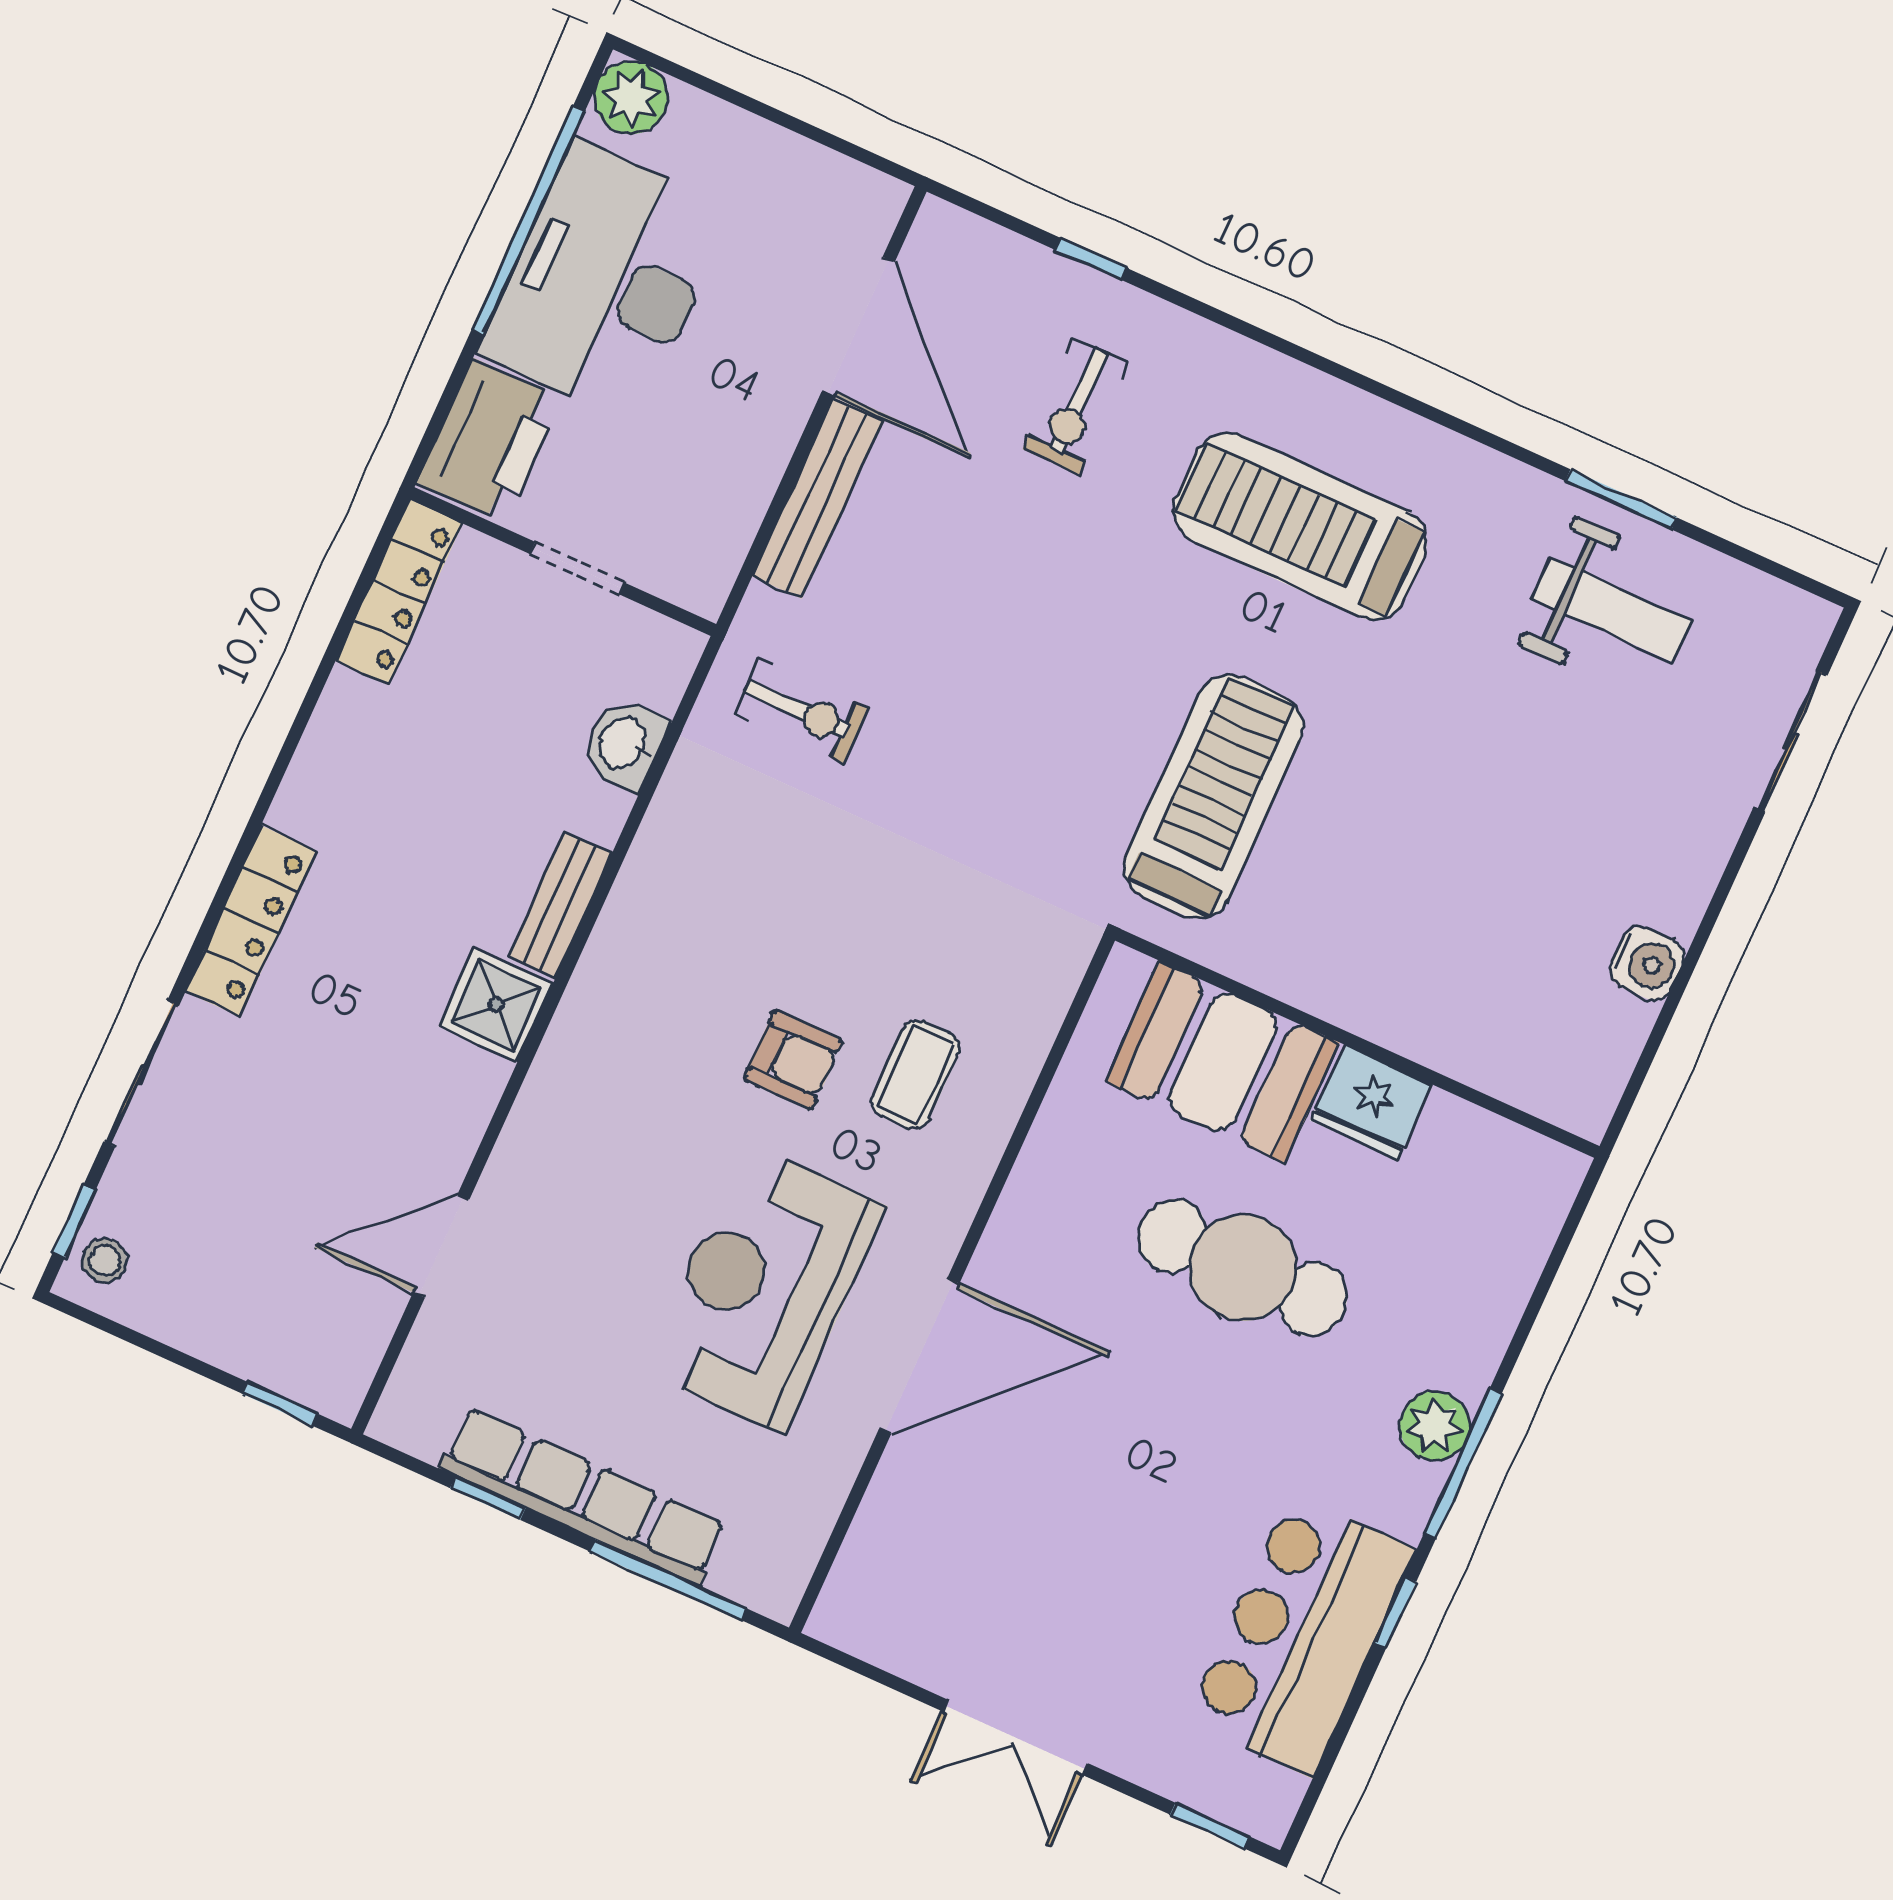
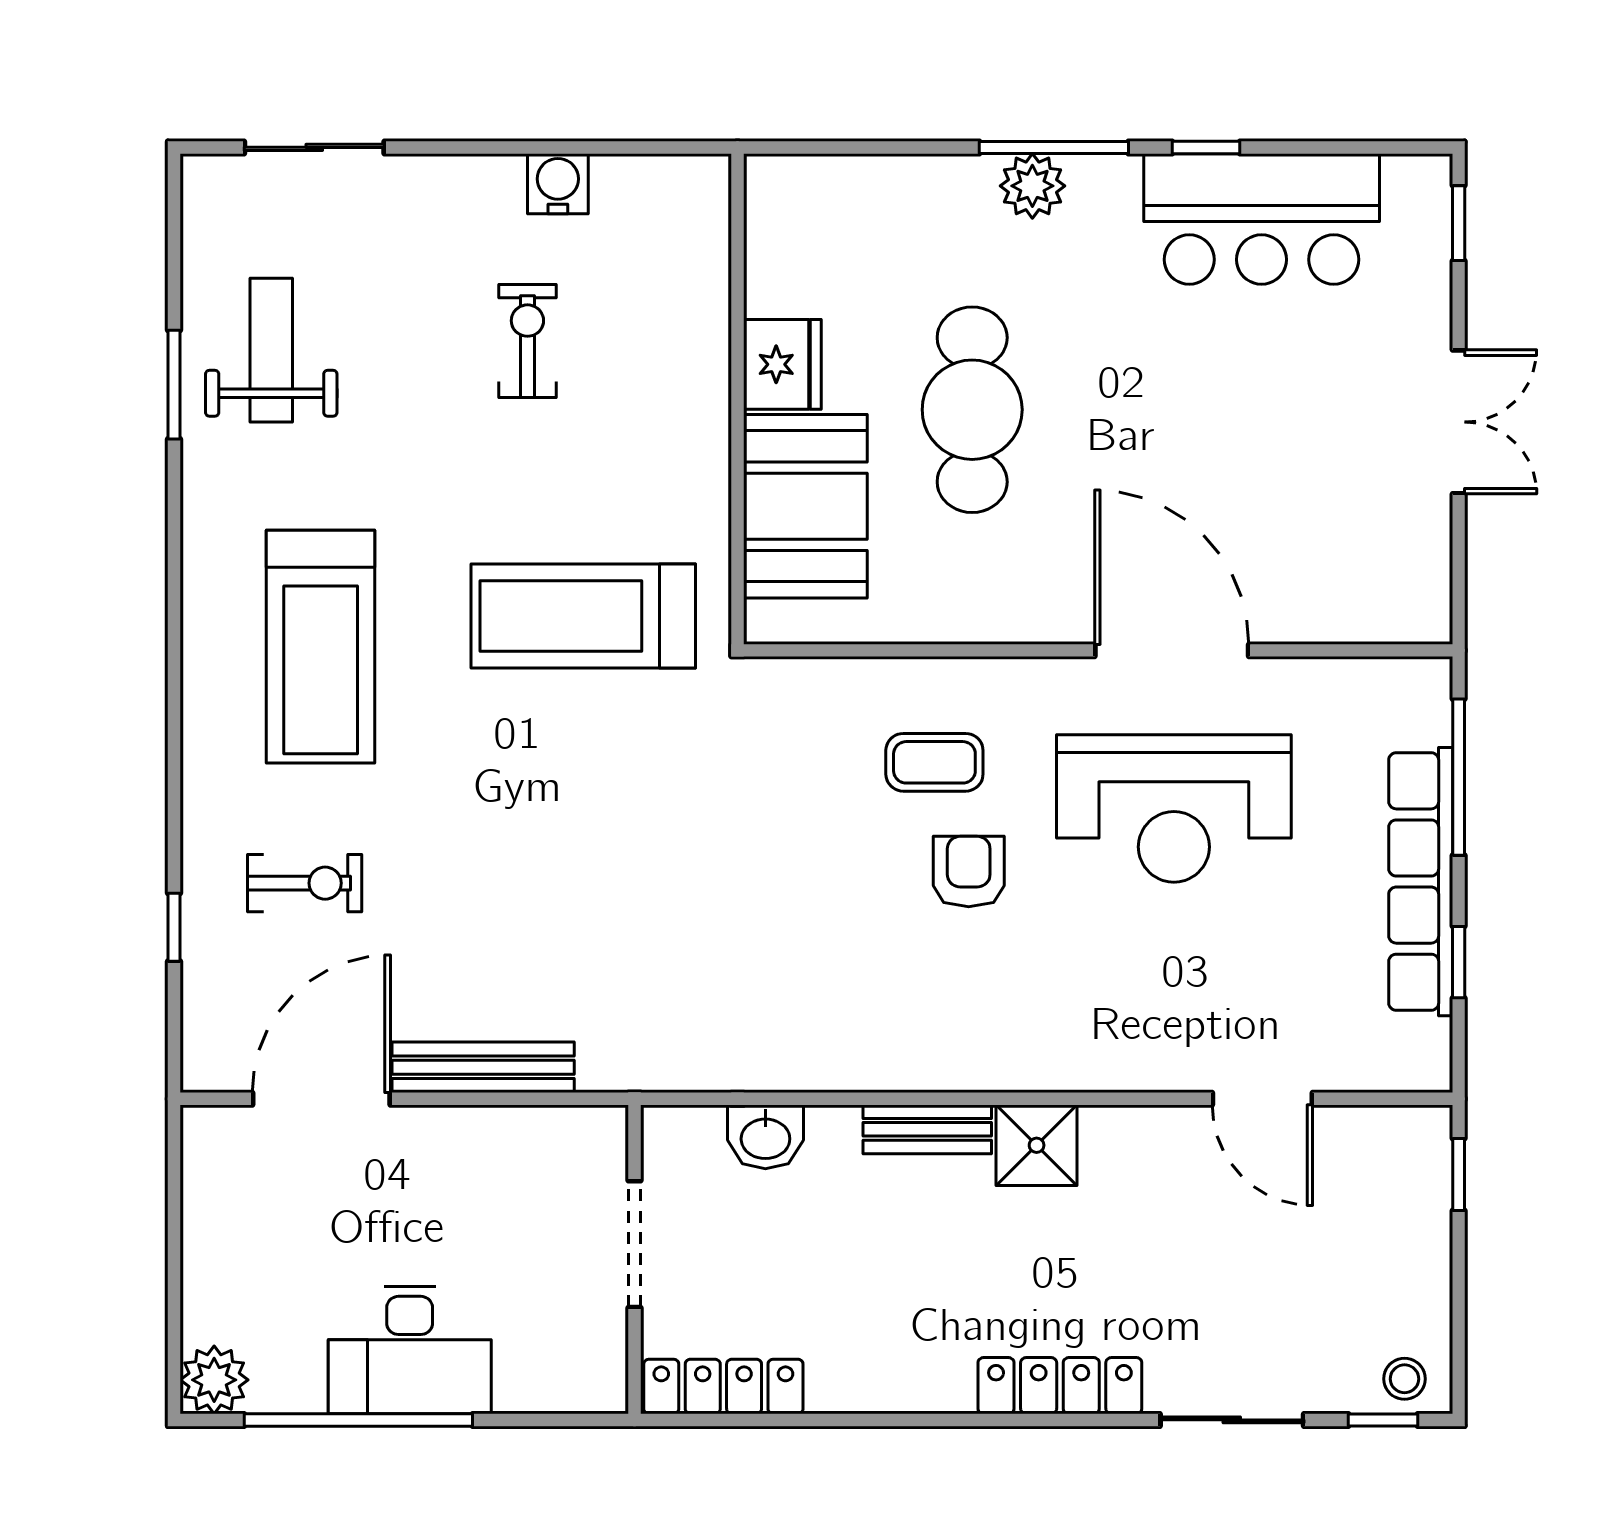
desk: (606, 281) -> (410, 1350), width x0.73, depth x0.77
printer: (490, 441) -> (560, 1368), removed
doorway: (577, 568) -> (634, 1244), width x1.38
exercise bike: (802, 711) -> (527, 341), moved

